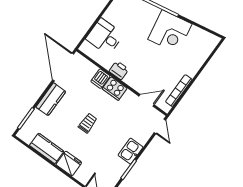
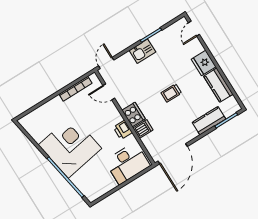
corner desk: (170, 32) -> (70, 147), width x1.36, depth x1.36
desk: (105, 37) -> (127, 163), width x1.37
kitchen counter: (51, 99) -> (209, 121), moved

